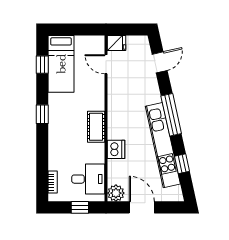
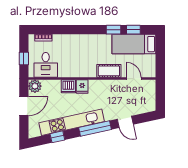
fridge: (116, 43) -> (82, 87), moved
door: (160, 62) -> (125, 122), moved
door: (106, 64) -> (134, 79), hinge flipped
window: (42, 114) -> (114, 30), moved
cot: (96, 127) -> (109, 71), moved

